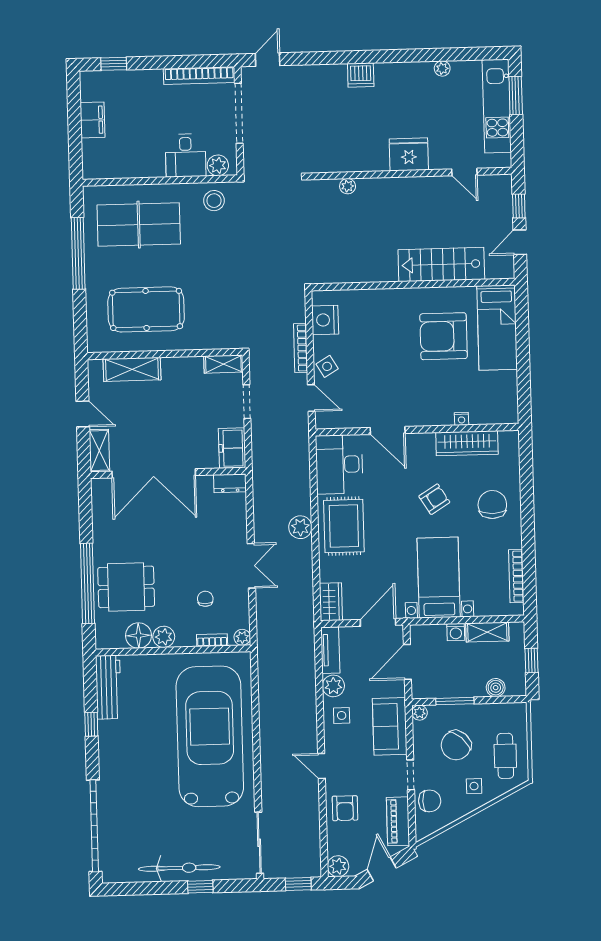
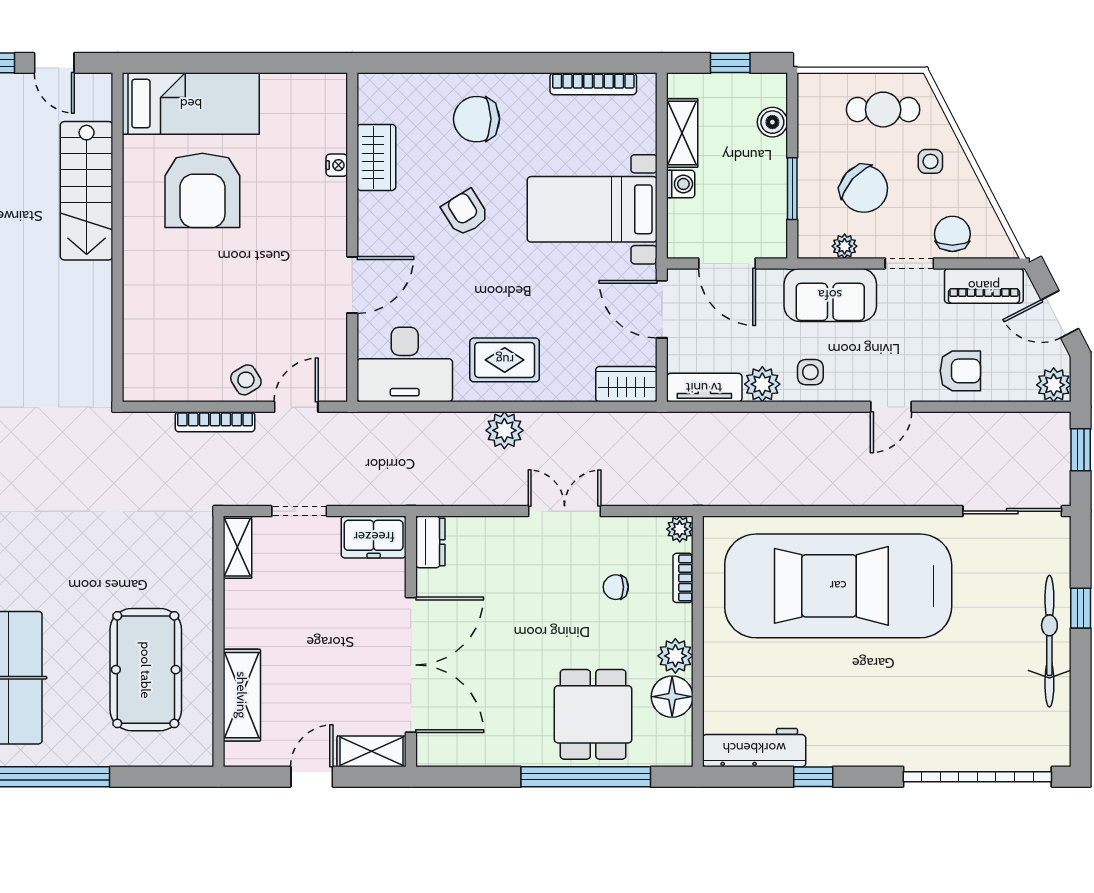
nightstand: (325, 320) -> (171, 381), removed
wardrobe: (467, 443) -> (376, 157), width x0.67
rug: (344, 526) -> (505, 360), width x0.73, depth x0.70
plant: (420, 713) -> (845, 246), moved

